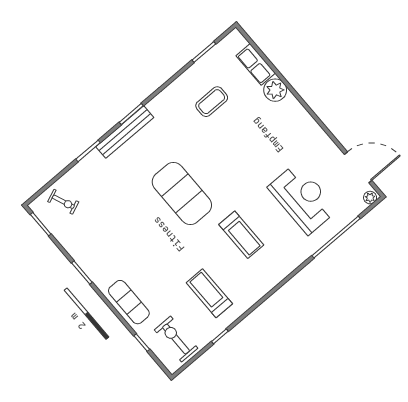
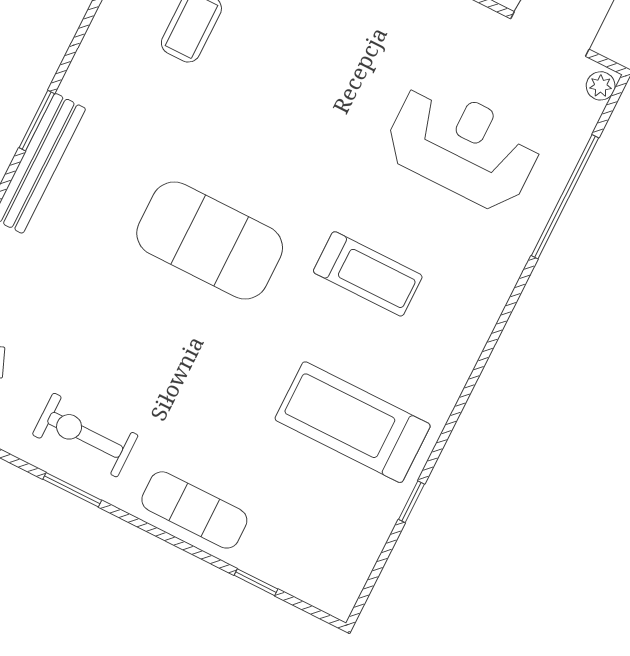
treadmill: (209, 293) -> (353, 422), width x1.37, depth x1.38
exercise bike: (176, 339) -> (85, 435), moved

